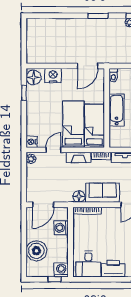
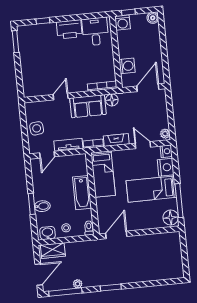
nightstand: (53, 76) -> (166, 167), moved, turned -90
window: (24, 93) -> (179, 201), width x2.17
bed: (73, 124) -> (151, 189), moved, turned 90
door: (53, 150) -> (143, 145), swing flipped
boiler: (36, 251) -> (153, 18), moved, width x0.54, depth x0.54

